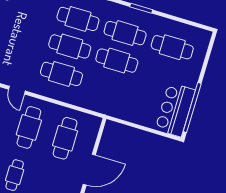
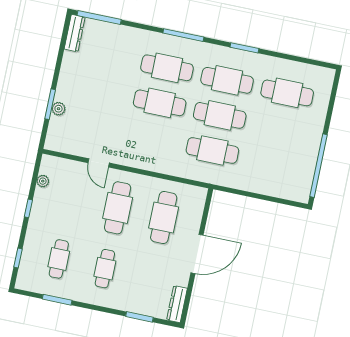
cafe table: (61, 74) -> (212, 150), moved
bar counter: (175, 110) -> (297, 170), removed

